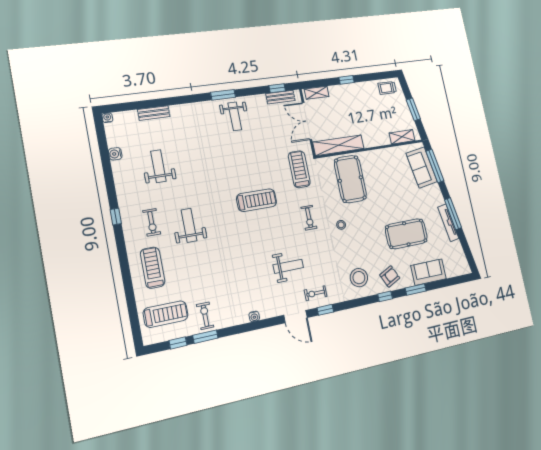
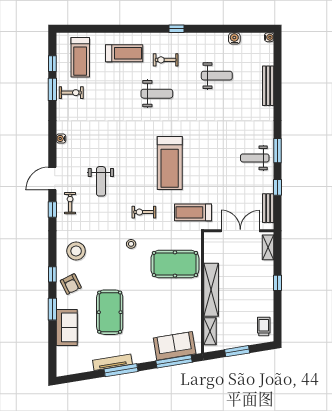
window: (277, 88) -> (278, 187), moved
bench: (154, 113) -> (268, 86), width x1.36
shelving: (338, 145) -> (211, 290), moved
treadmill: (299, 169) -> (193, 212), turned 180
treadmill: (257, 200) -> (170, 163), width x1.37, depth x1.38

